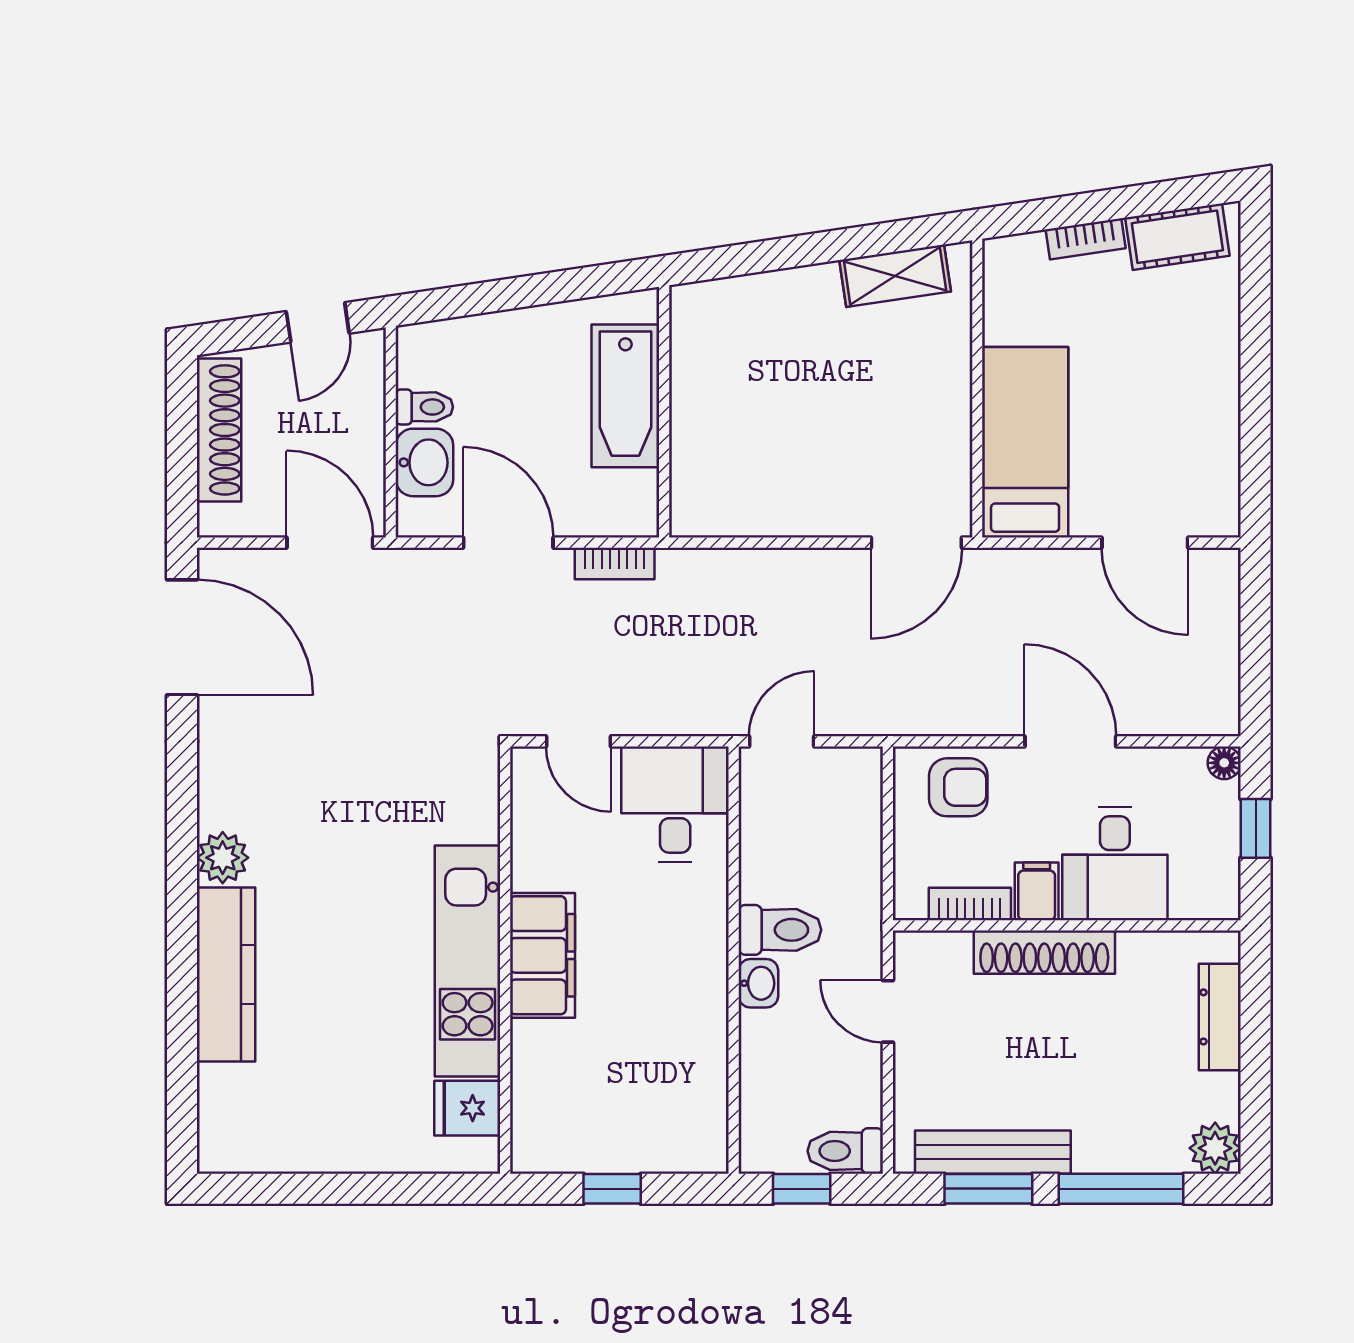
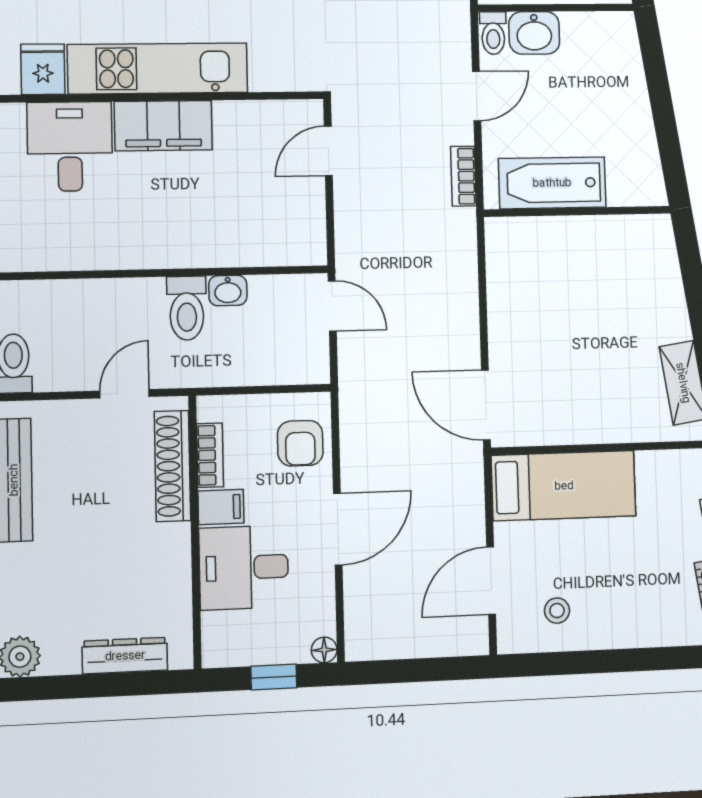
bathtub: (625, 396) -> (552, 183), moved
toilet: (424, 407) -> (493, 33), moved
stool: (1187, 456) -> (557, 611), added
door: (508, 543) -> (477, 96), width x0.73
desk: (675, 804) -> (70, 146), moved, turned -90
shoe rack: (1044, 952) -> (173, 466), moved
washbasin: (758, 983) -> (228, 291), moved

